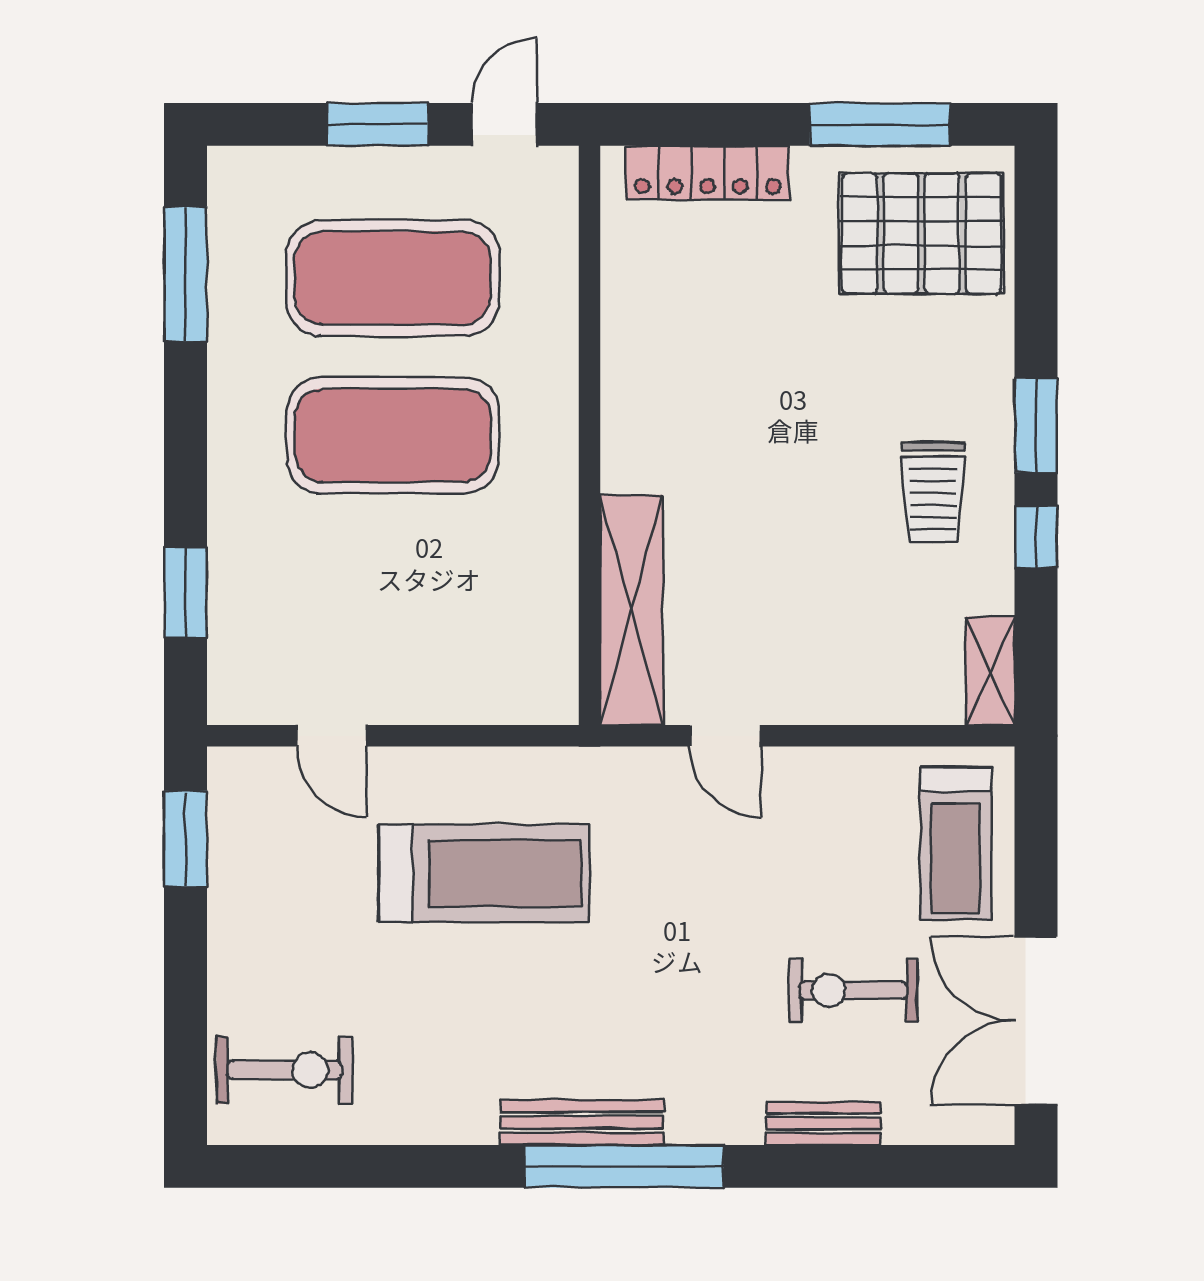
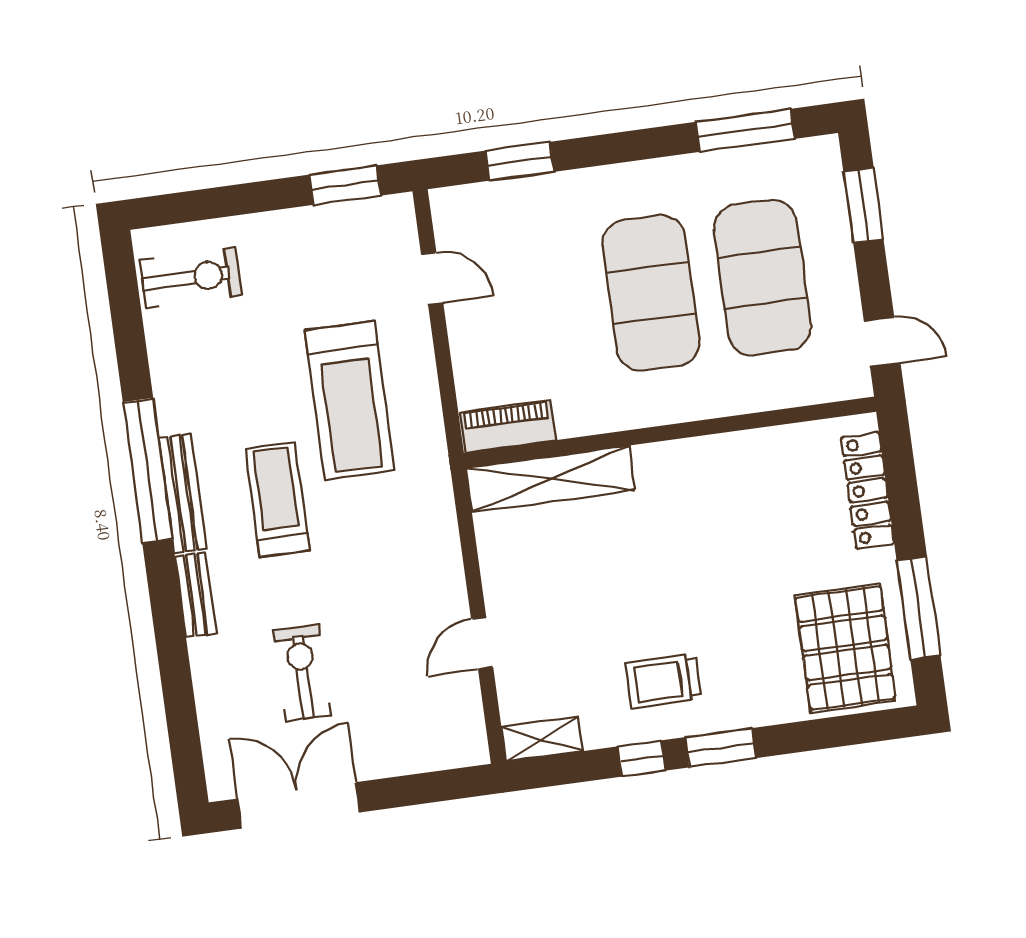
window: (378, 124) -> (863, 205), moved
piano: (550, 659) -> (508, 426), added
door: (332, 736) -> (432, 279), swing flipped
door: (725, 736) -> (482, 643), moved
treadmill: (956, 843) -> (277, 500), moved, turned 90
exercise bike: (285, 1070) -> (191, 278), turned -90
bench: (823, 1123) -> (196, 595), moved
window: (624, 1166) -> (148, 471), moved

